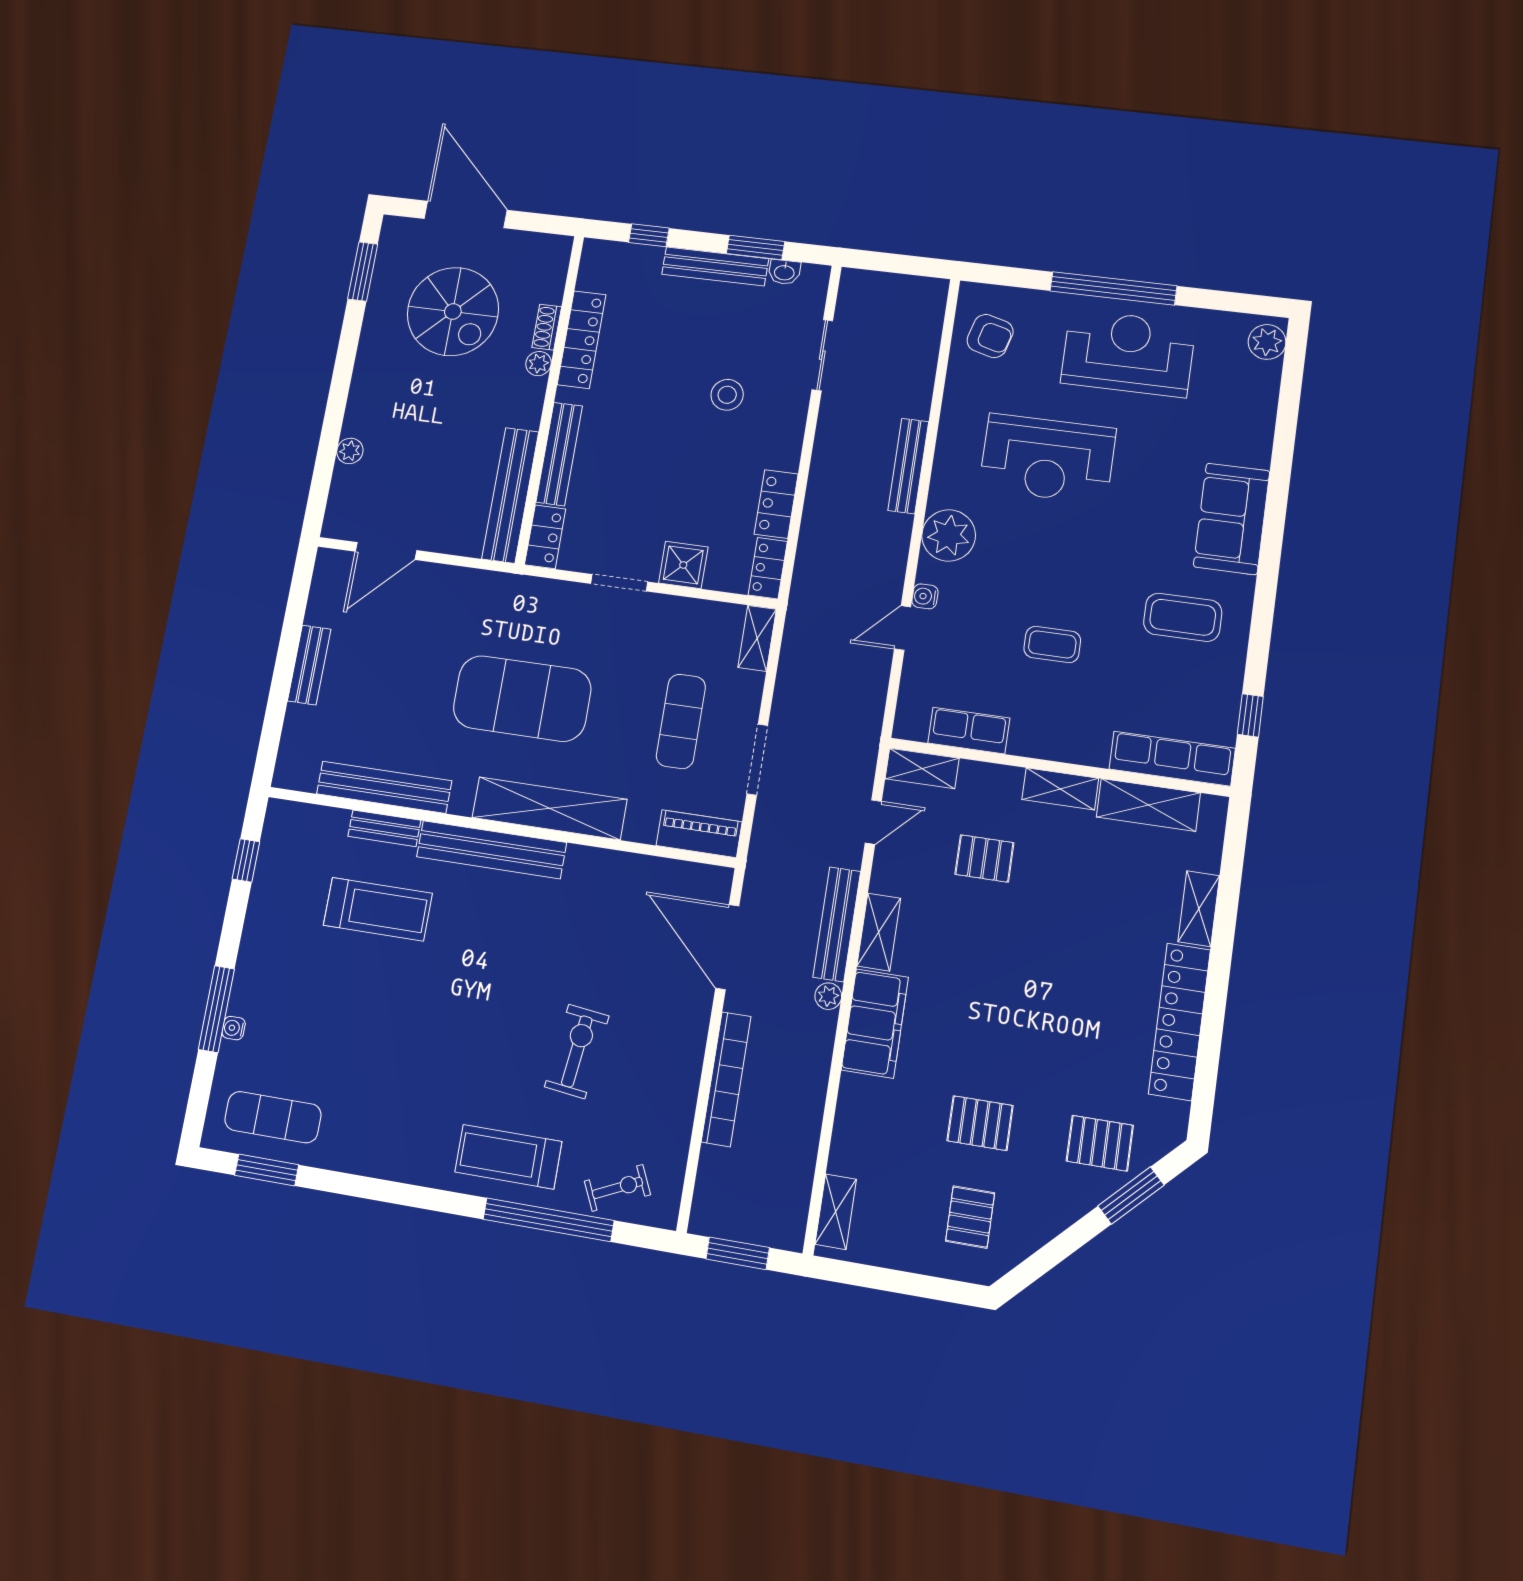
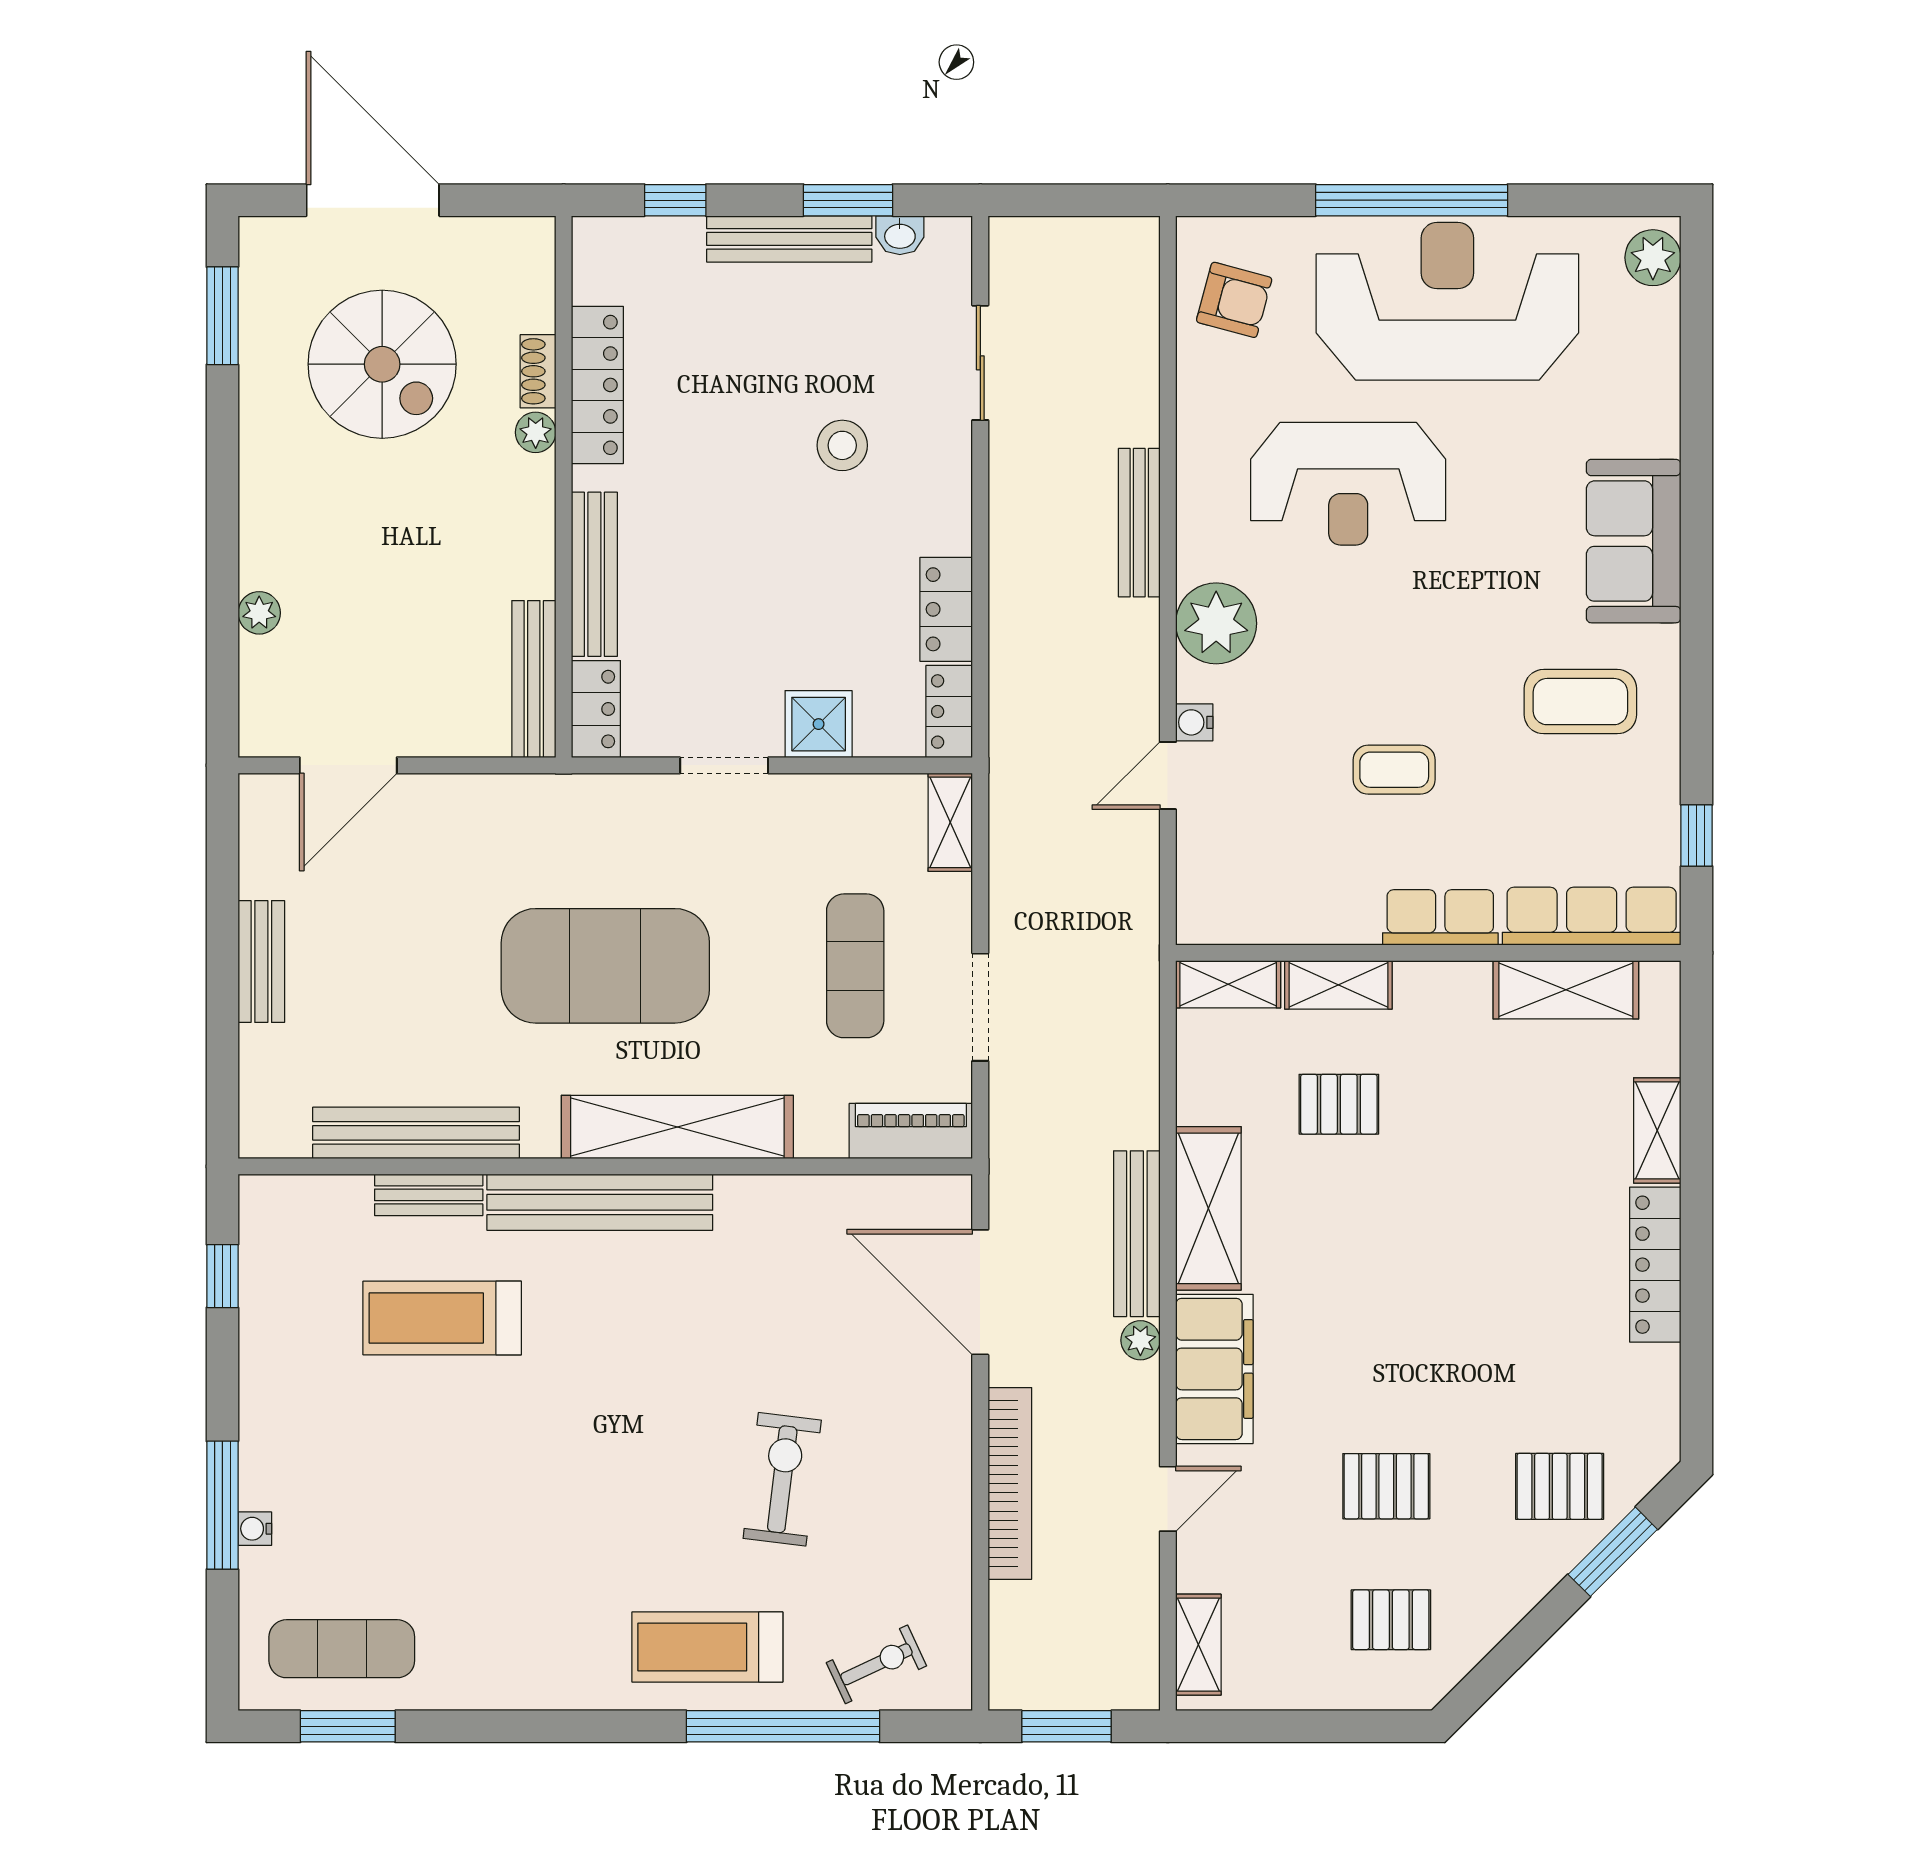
reception desk: (1128, 353) -> (1447, 301), width x1.36, depth x1.30
bench: (510, 495) -> (534, 679), width x0.73, depth x0.82
row of seats: (969, 731) -> (1440, 917), moved
shelving: (1060, 789) -> (1338, 985), moved
door: (873, 822) -> (1168, 1499), moved
treadmill: (378, 909) -> (442, 1318), turned 180
shelving: (879, 932) -> (1208, 1208), width x1.50, depth x1.33
locker: (1179, 1022) -> (1655, 1265), width x0.71, depth x0.83
pallet: (970, 1217) -> (1391, 1620), turned 90

